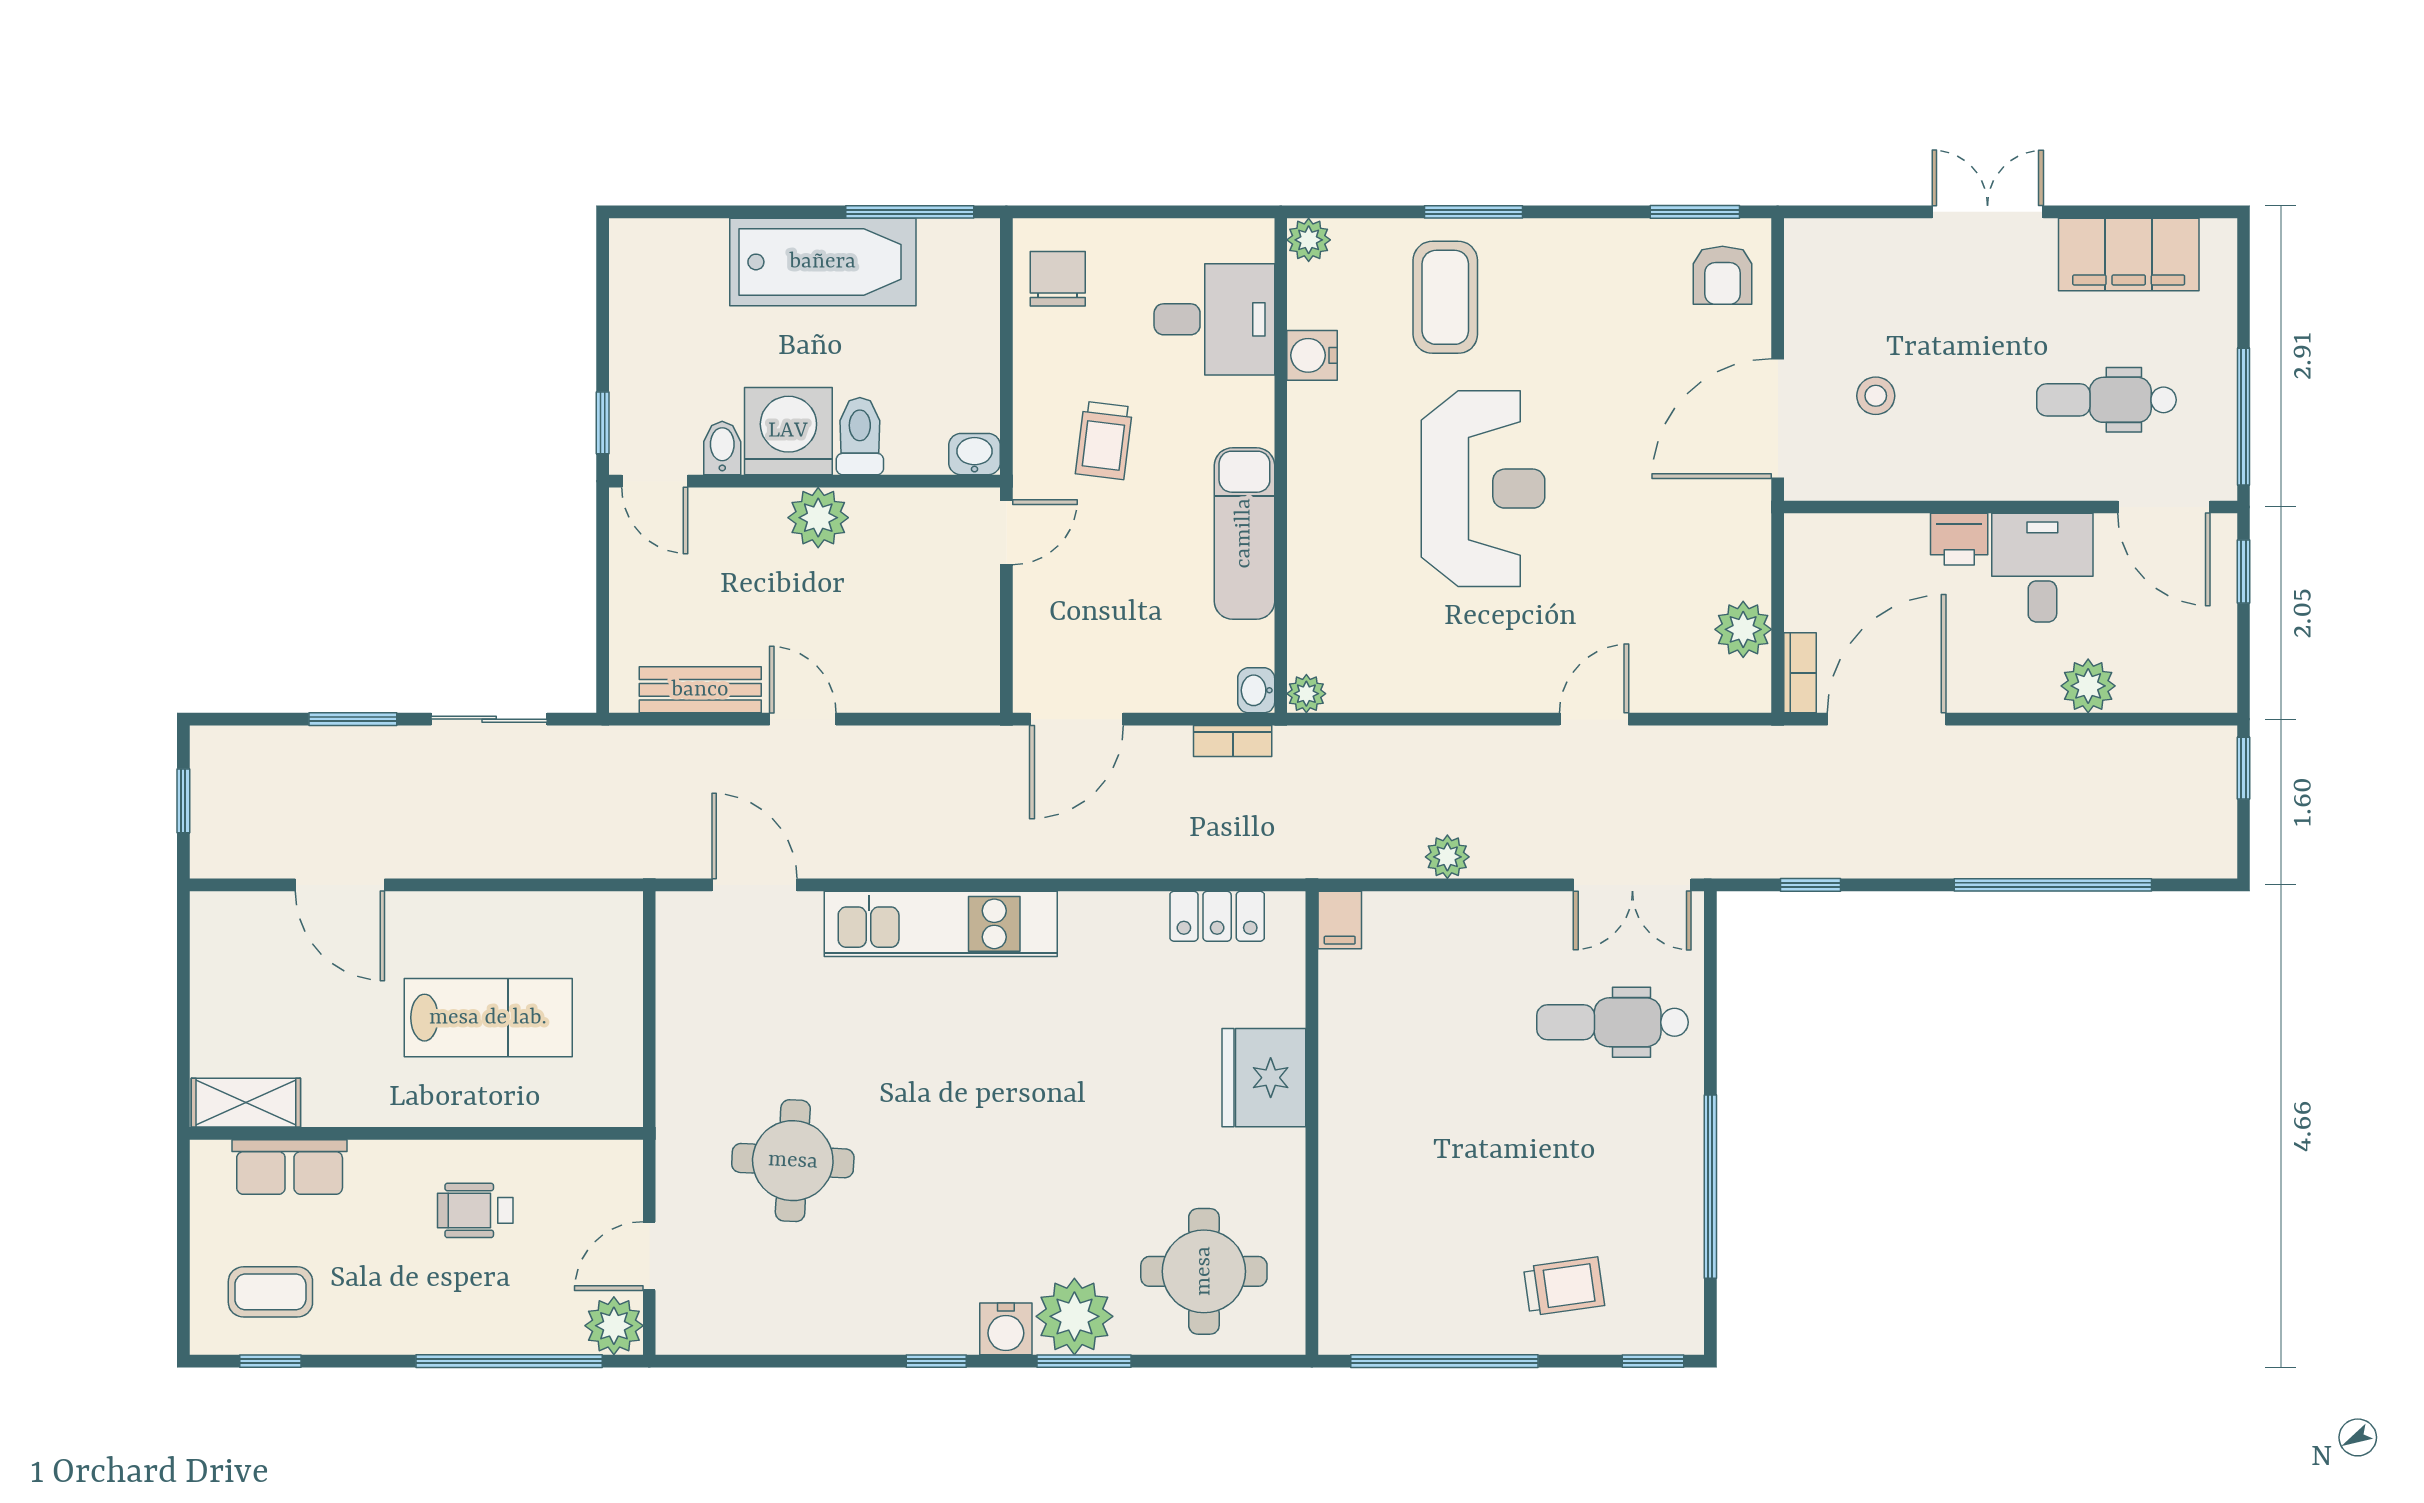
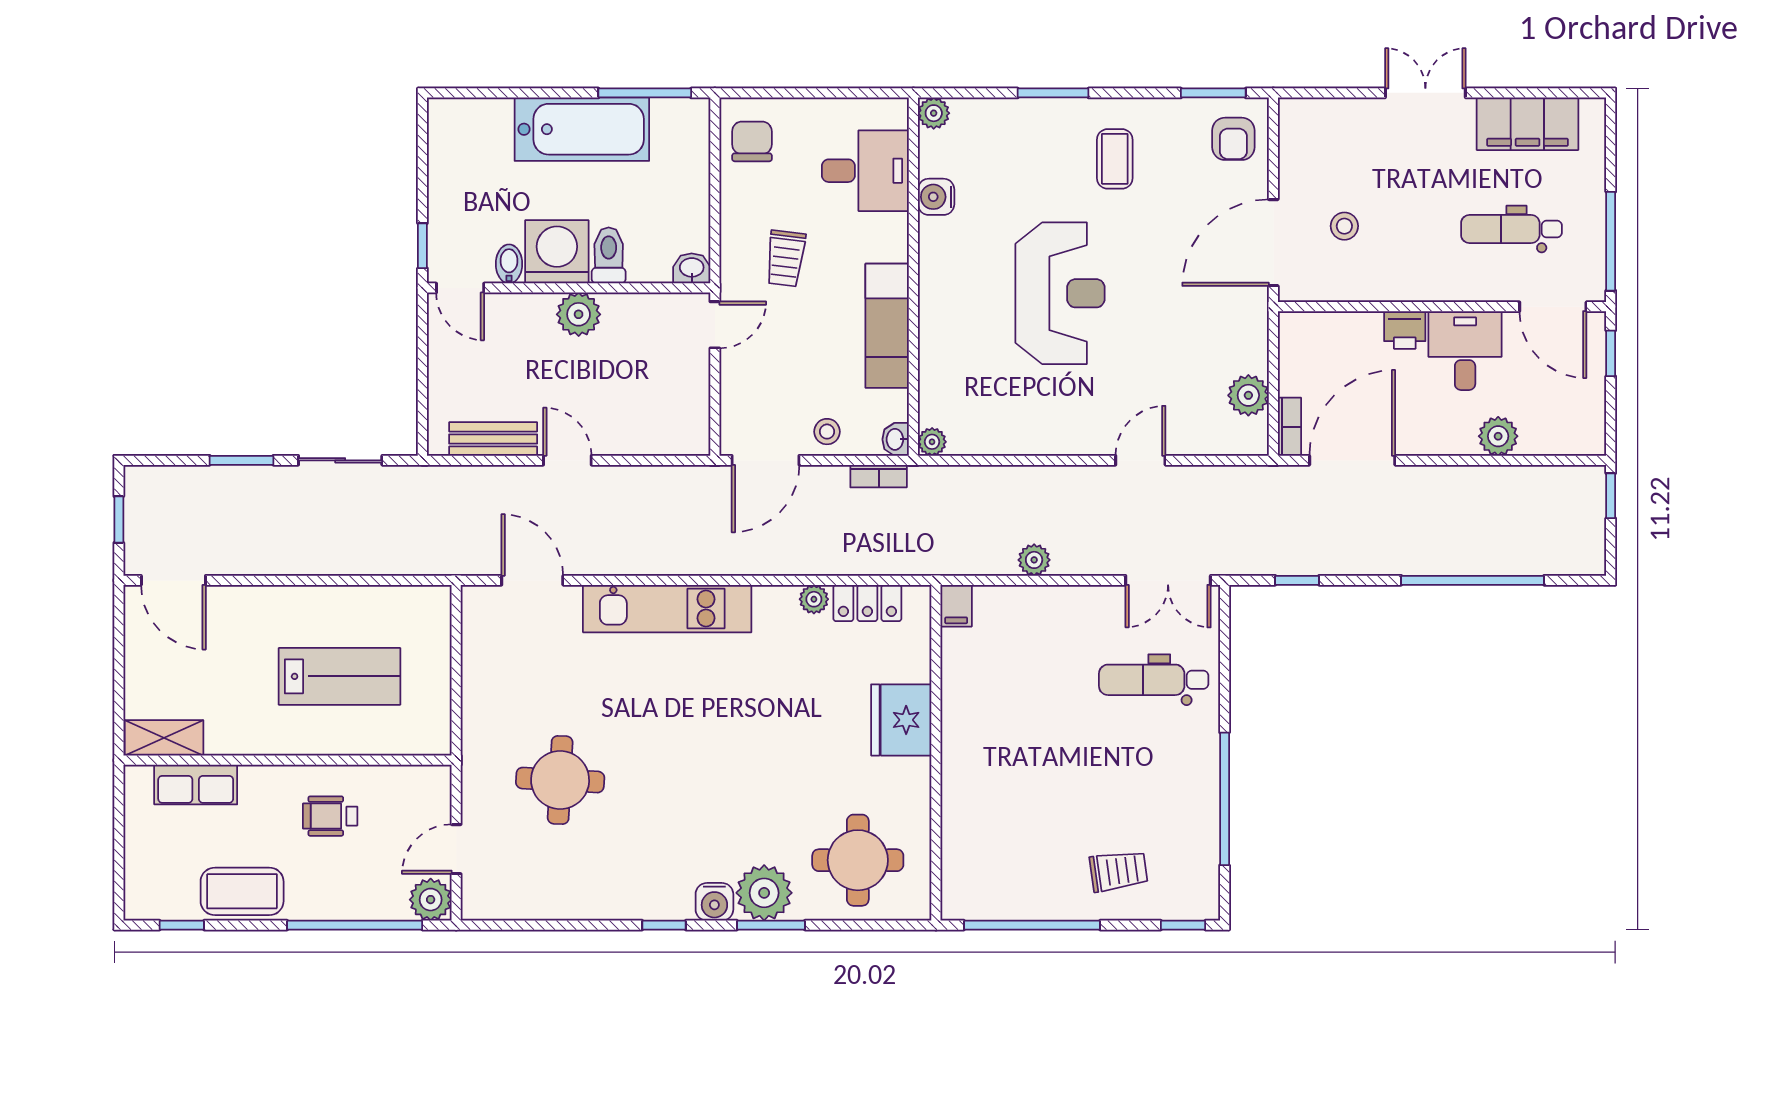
coffee table: (1445, 297) -> (1115, 159), moved, width x0.73, depth x0.77
stool: (1161, 680) -> (827, 432), added
door: (340, 885) -> (173, 580), moved
plant: (1143, 911) -> (814, 599), added
coffee table: (270, 1292) -> (242, 891), moved, width x1.36, depth x1.30

